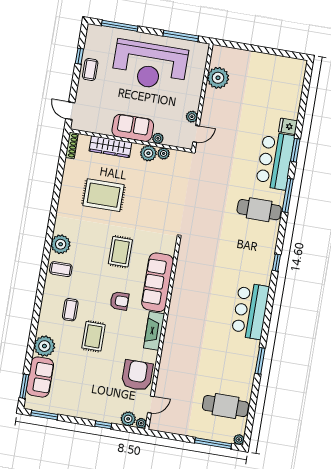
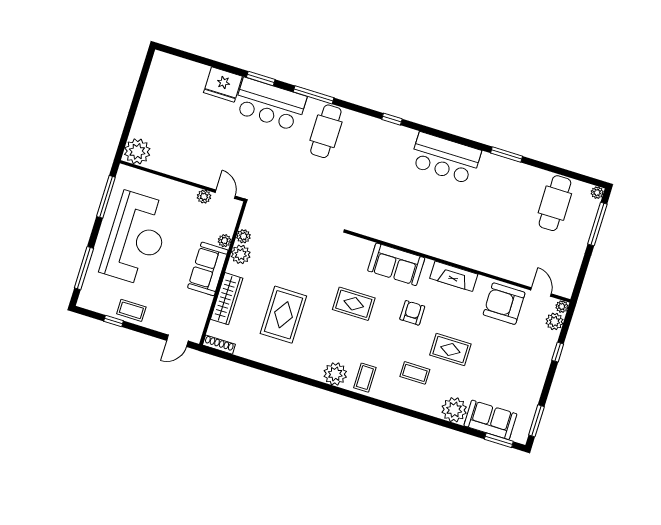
plant: (218, 78) -> (137, 151), moved
fridge: (288, 126) -> (223, 84), width x1.88, depth x1.34
sofa: (158, 282) -> (396, 264), width x0.73

